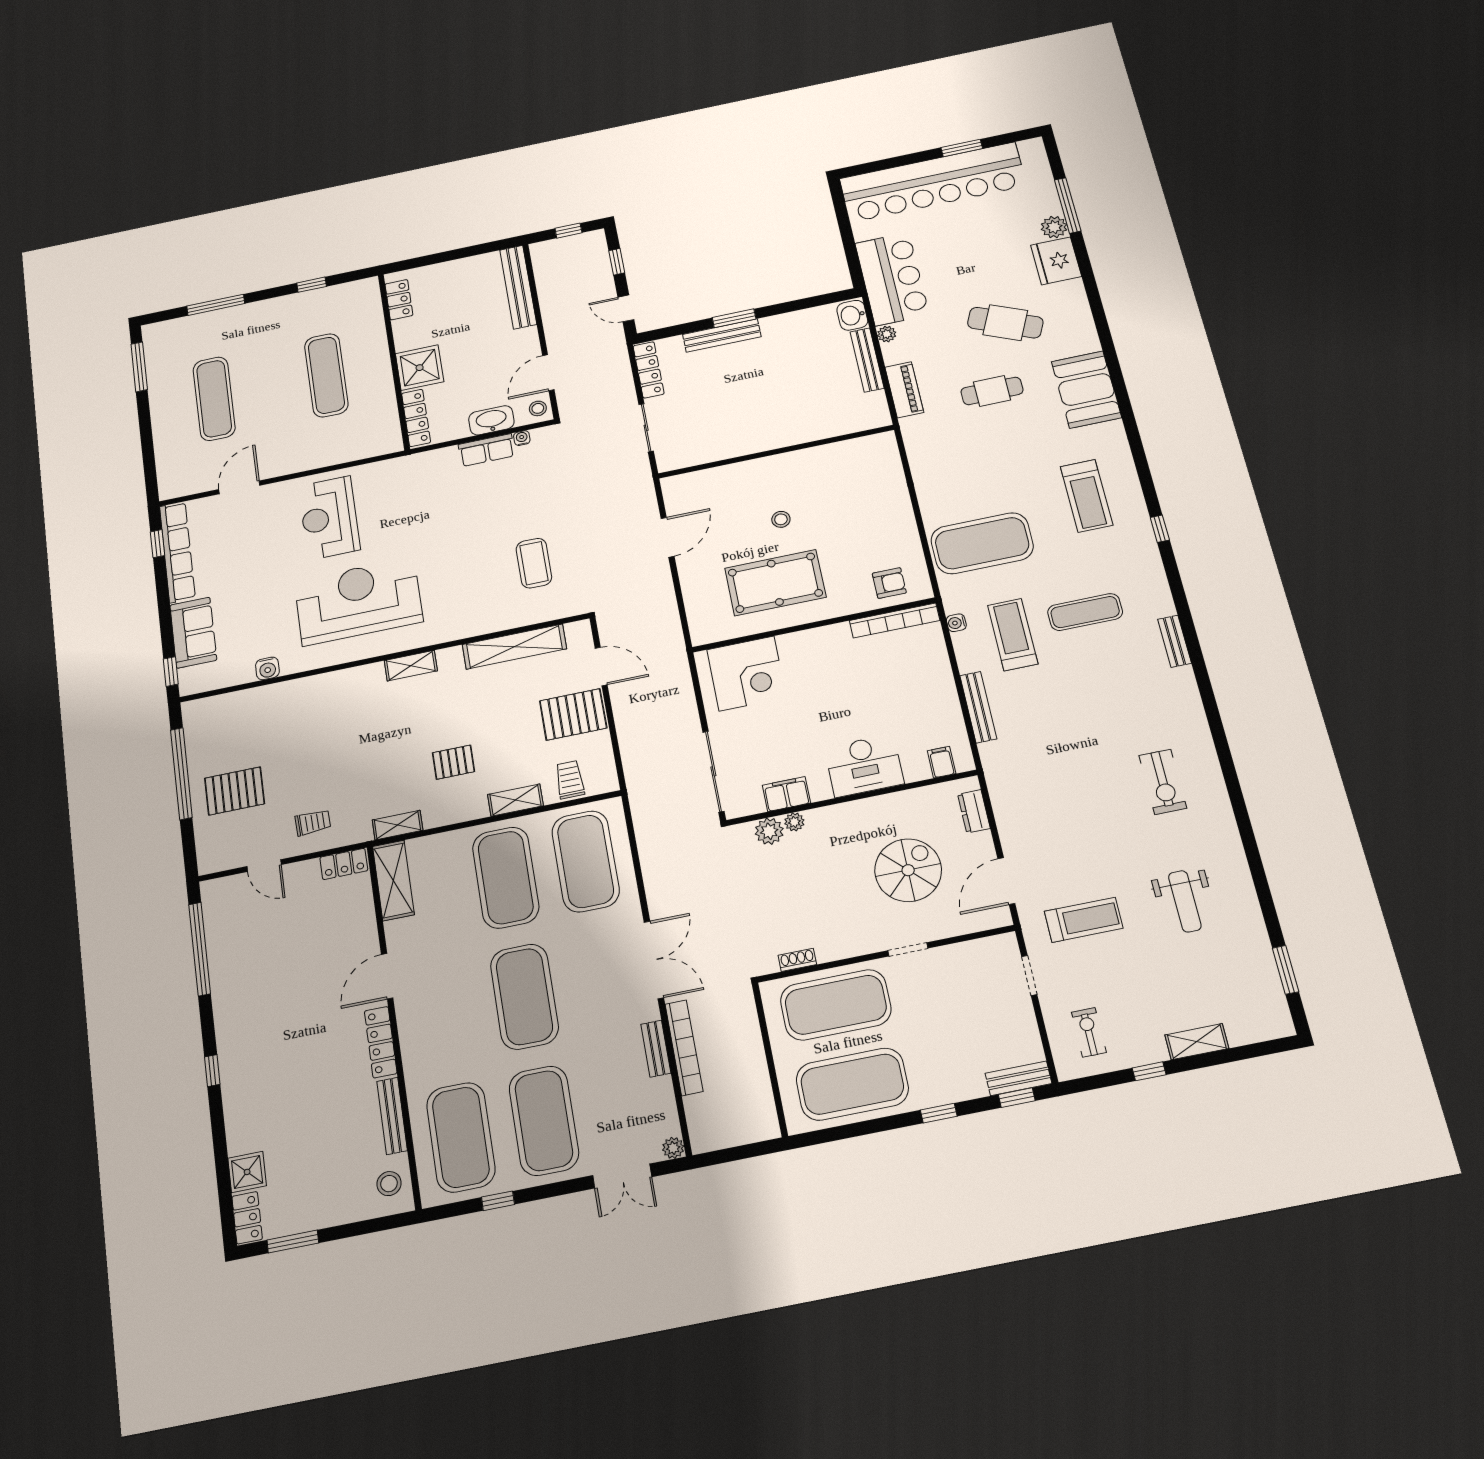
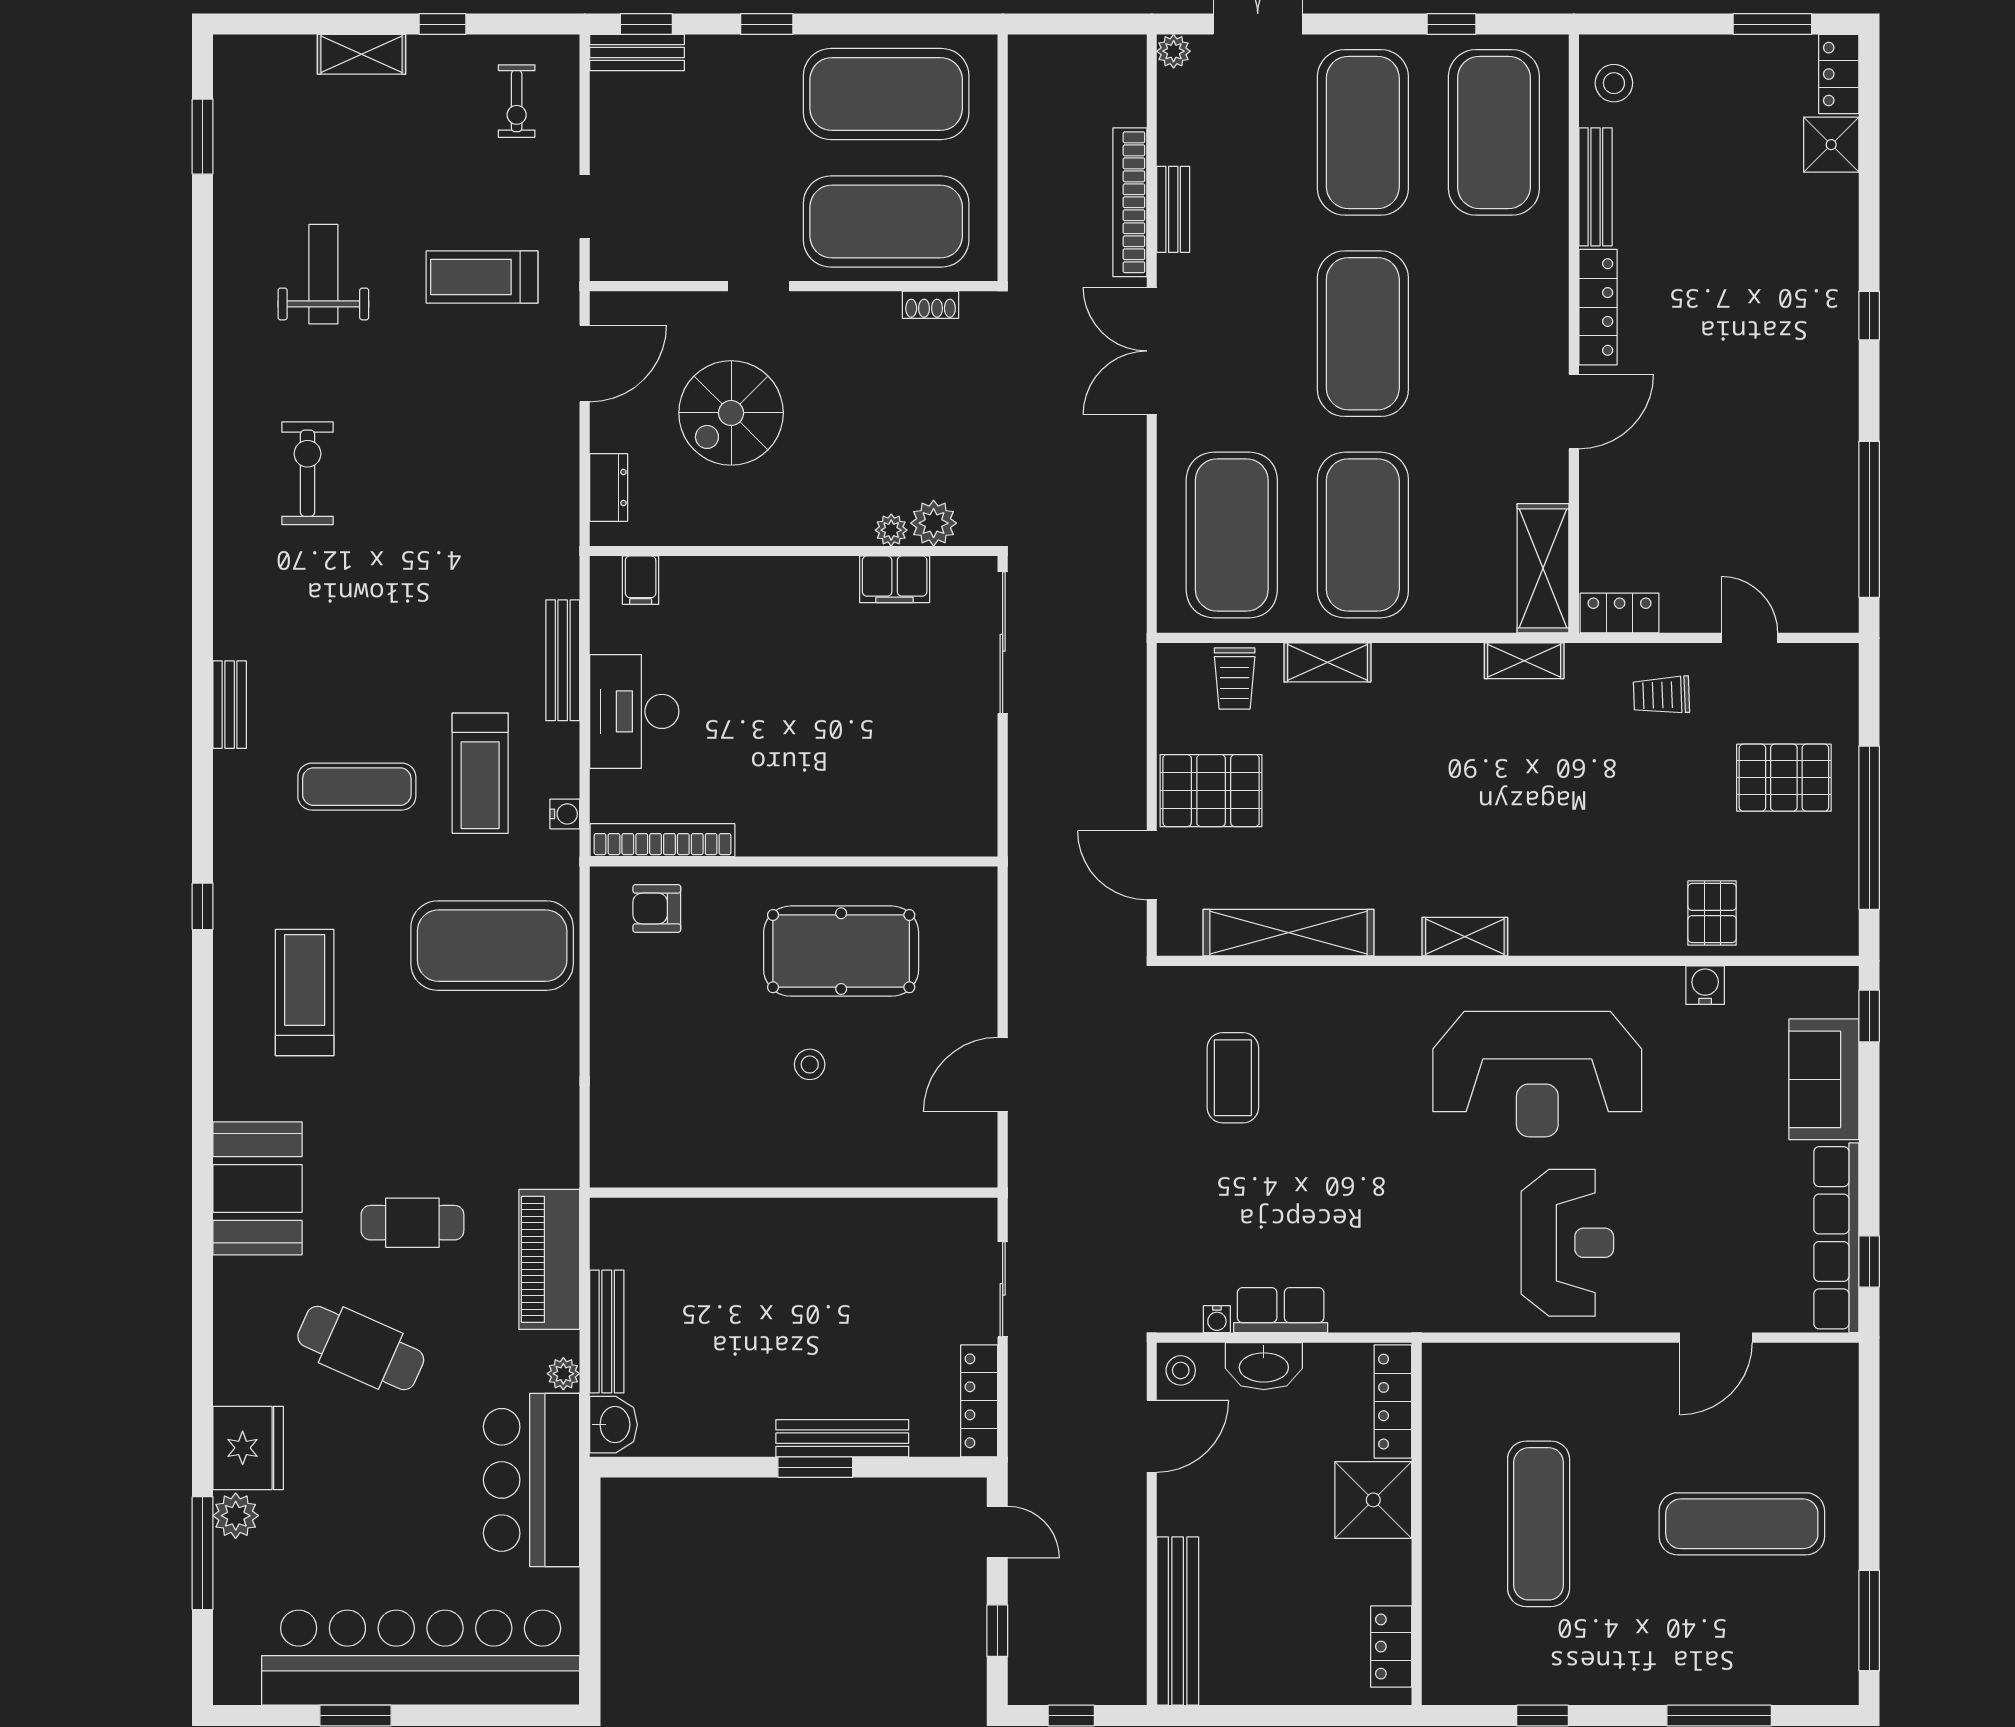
piano: (904, 390) -> (549, 1259), width x1.37, depth x1.33
exercise mat: (214, 399) -> (1742, 1524), turned 90
corner desk: (747, 673) -> (918, 800), removed
pallet: (453, 762) -> (1712, 913), moved, turned 90
desk: (864, 766) -> (634, 711), moved, turned -90

